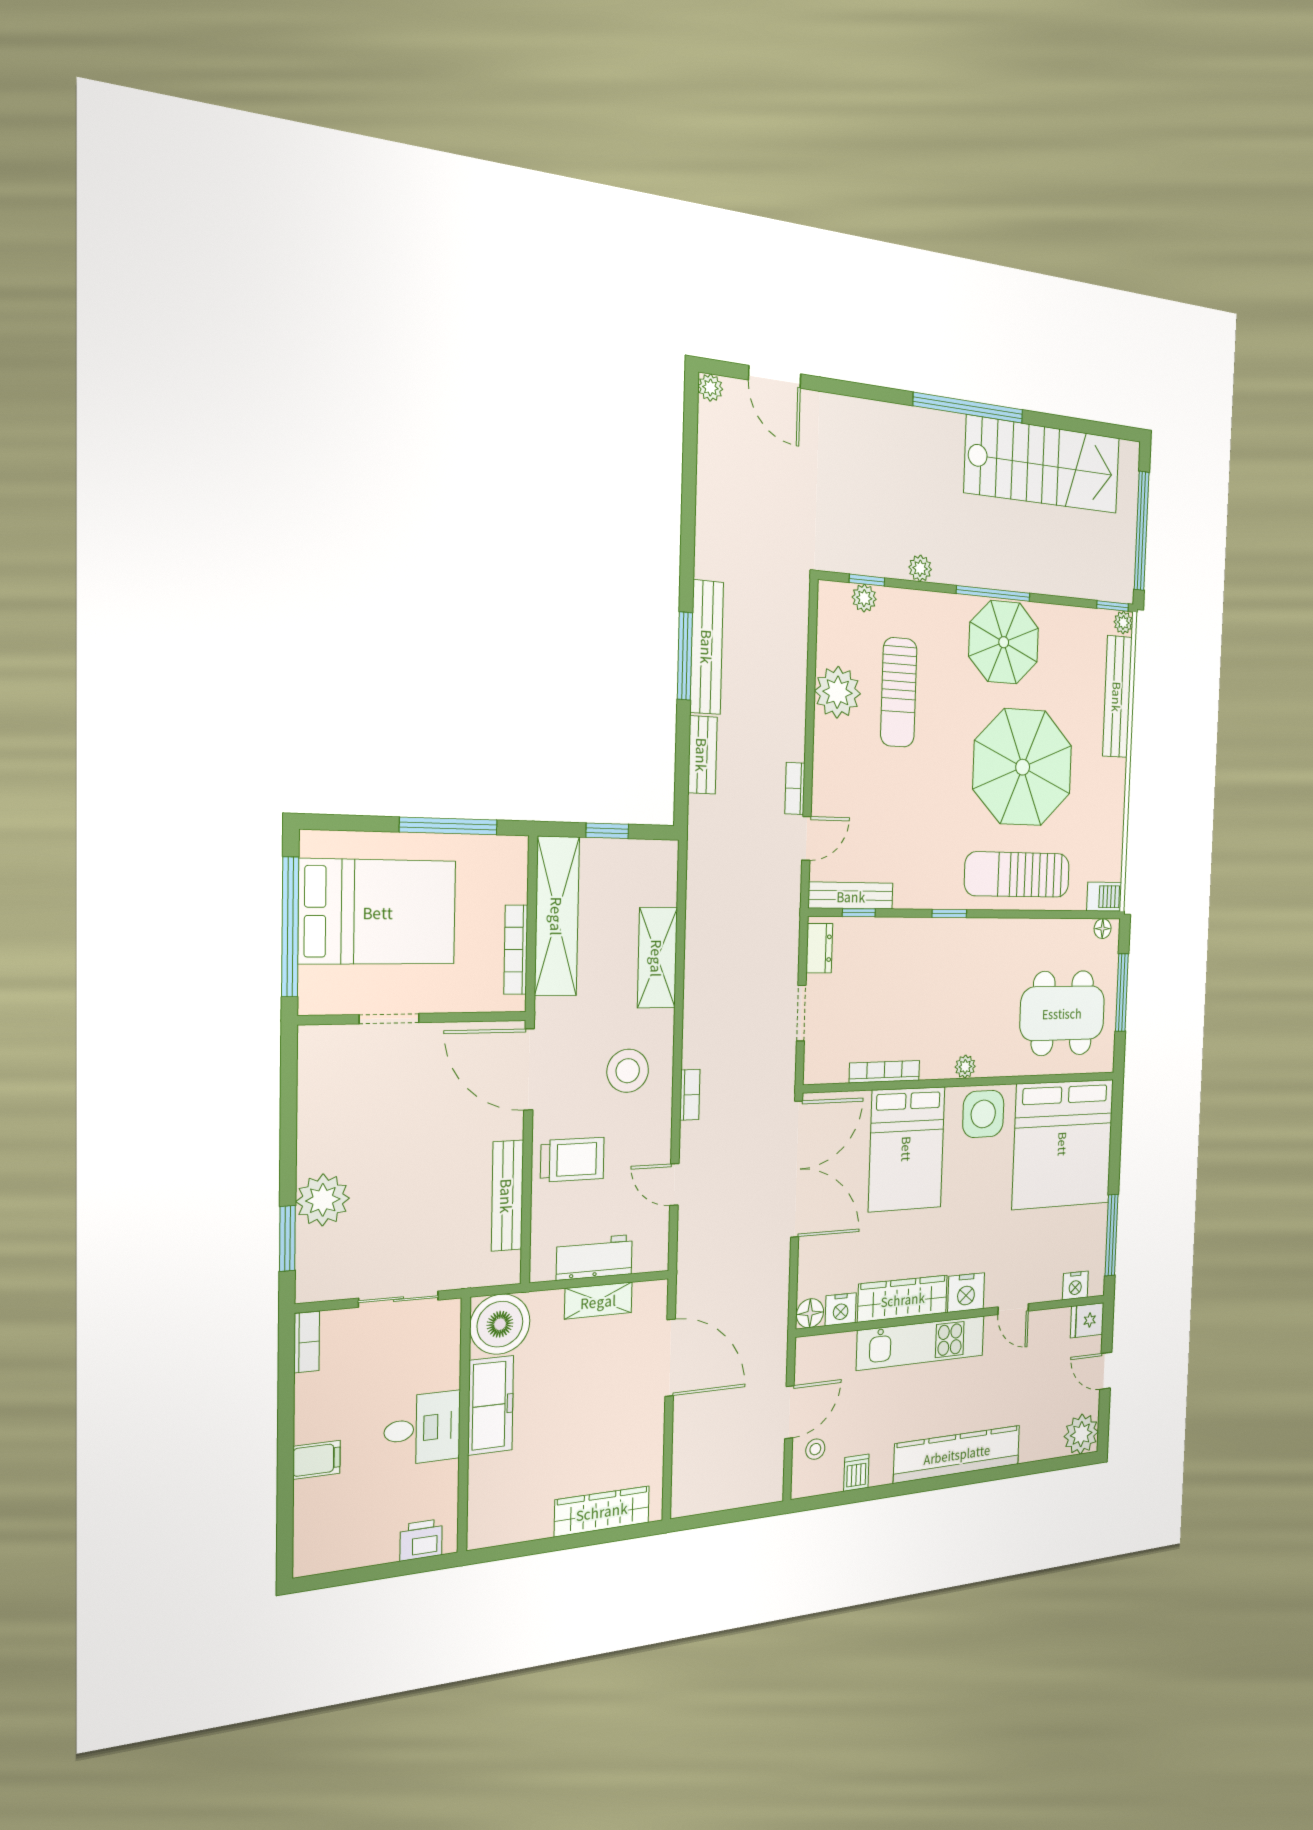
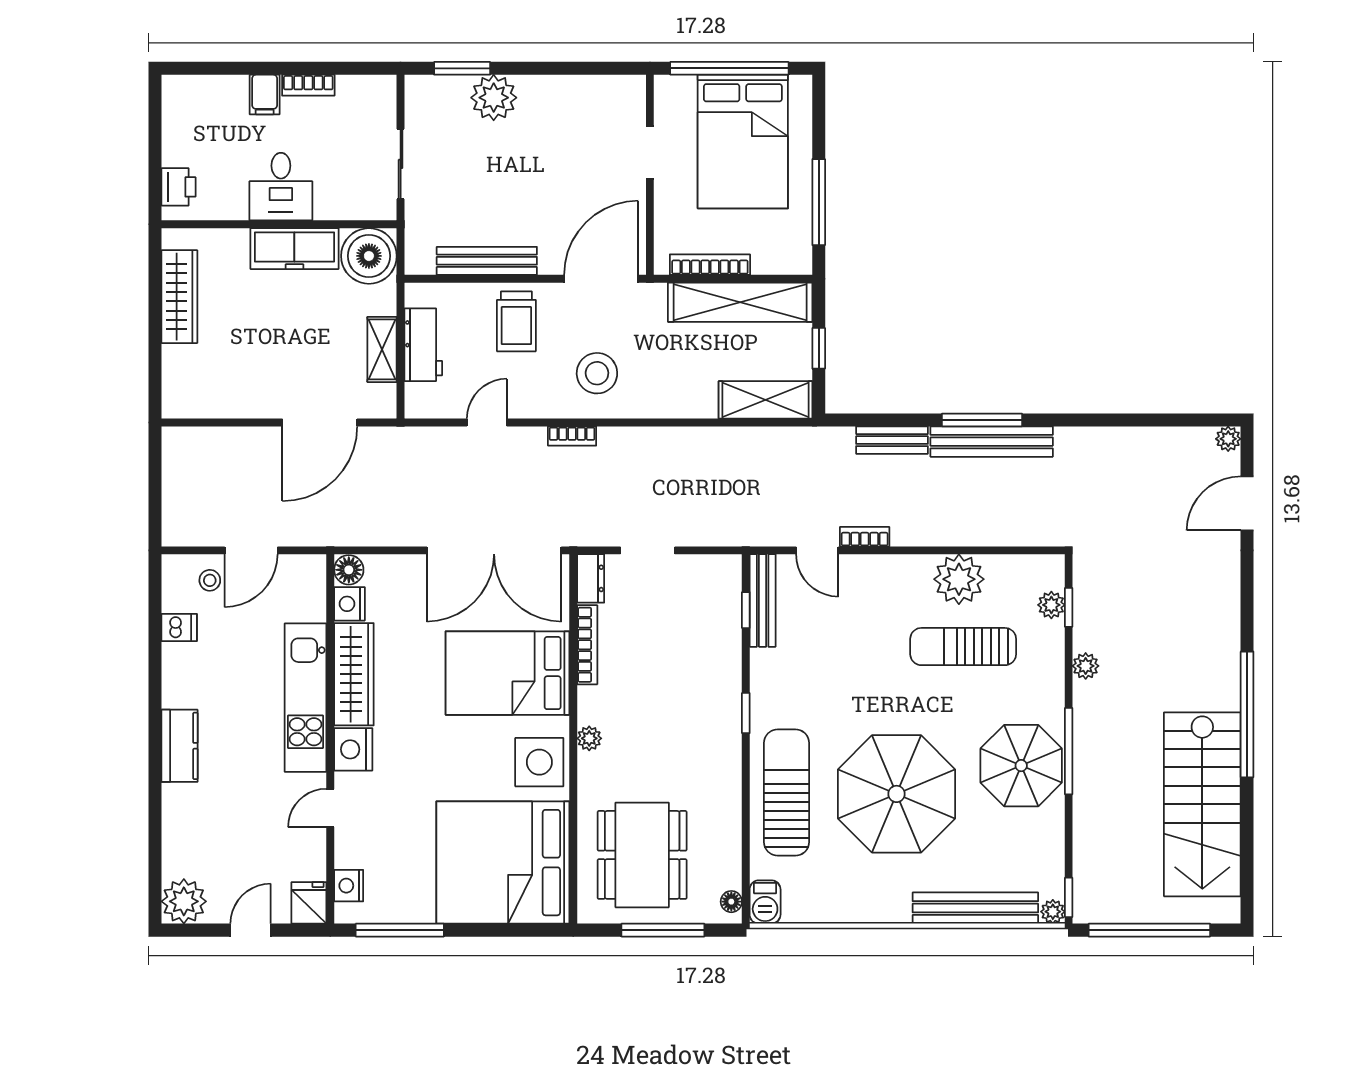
dresser: (819, 948) -> (591, 578), moved, turned -90
shelving: (657, 958) -> (765, 400), moved
bookcase: (307, 1342) -> (308, 85), moved
door: (789, 1412) -> (251, 550), hinge flipped
kitchen counter: (957, 1454) -> (180, 746), width x0.48, depth x0.86
wardrobe: (602, 1511) -> (179, 297), moved

